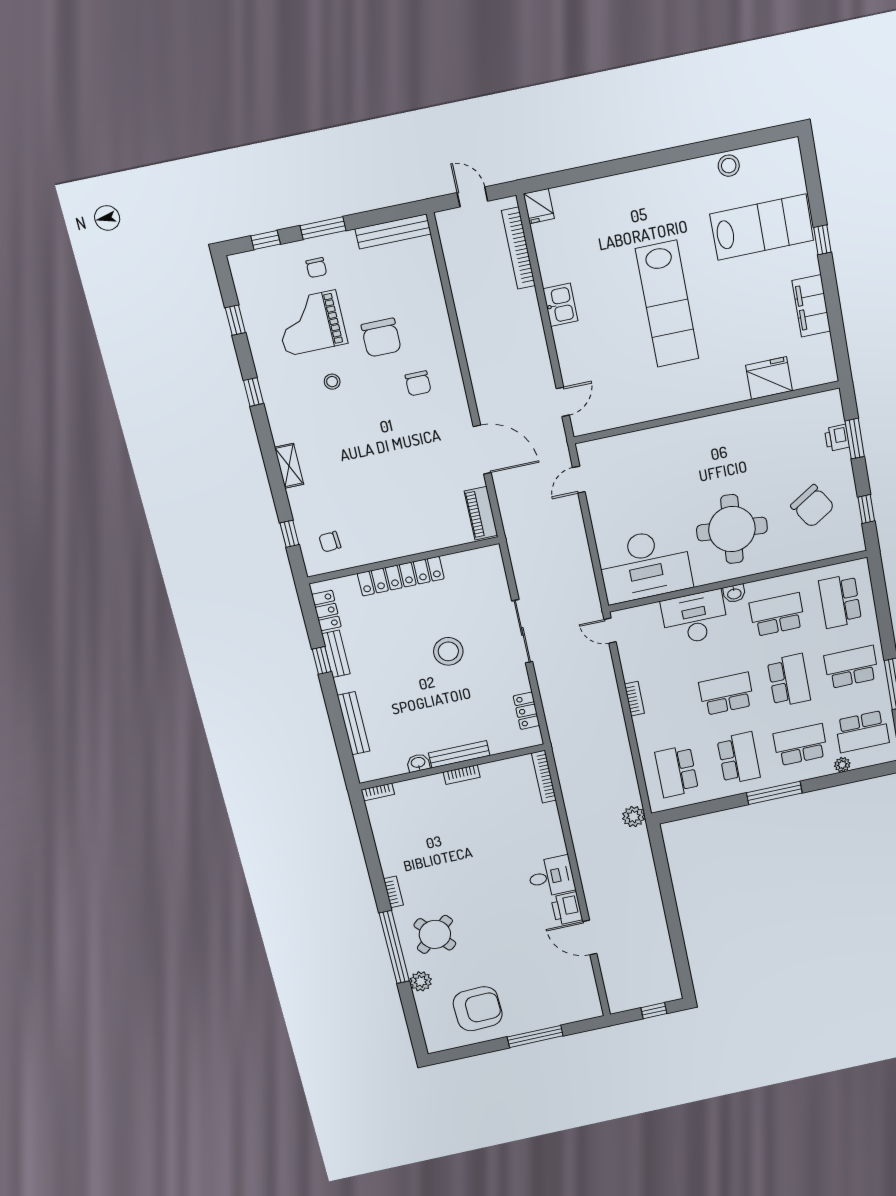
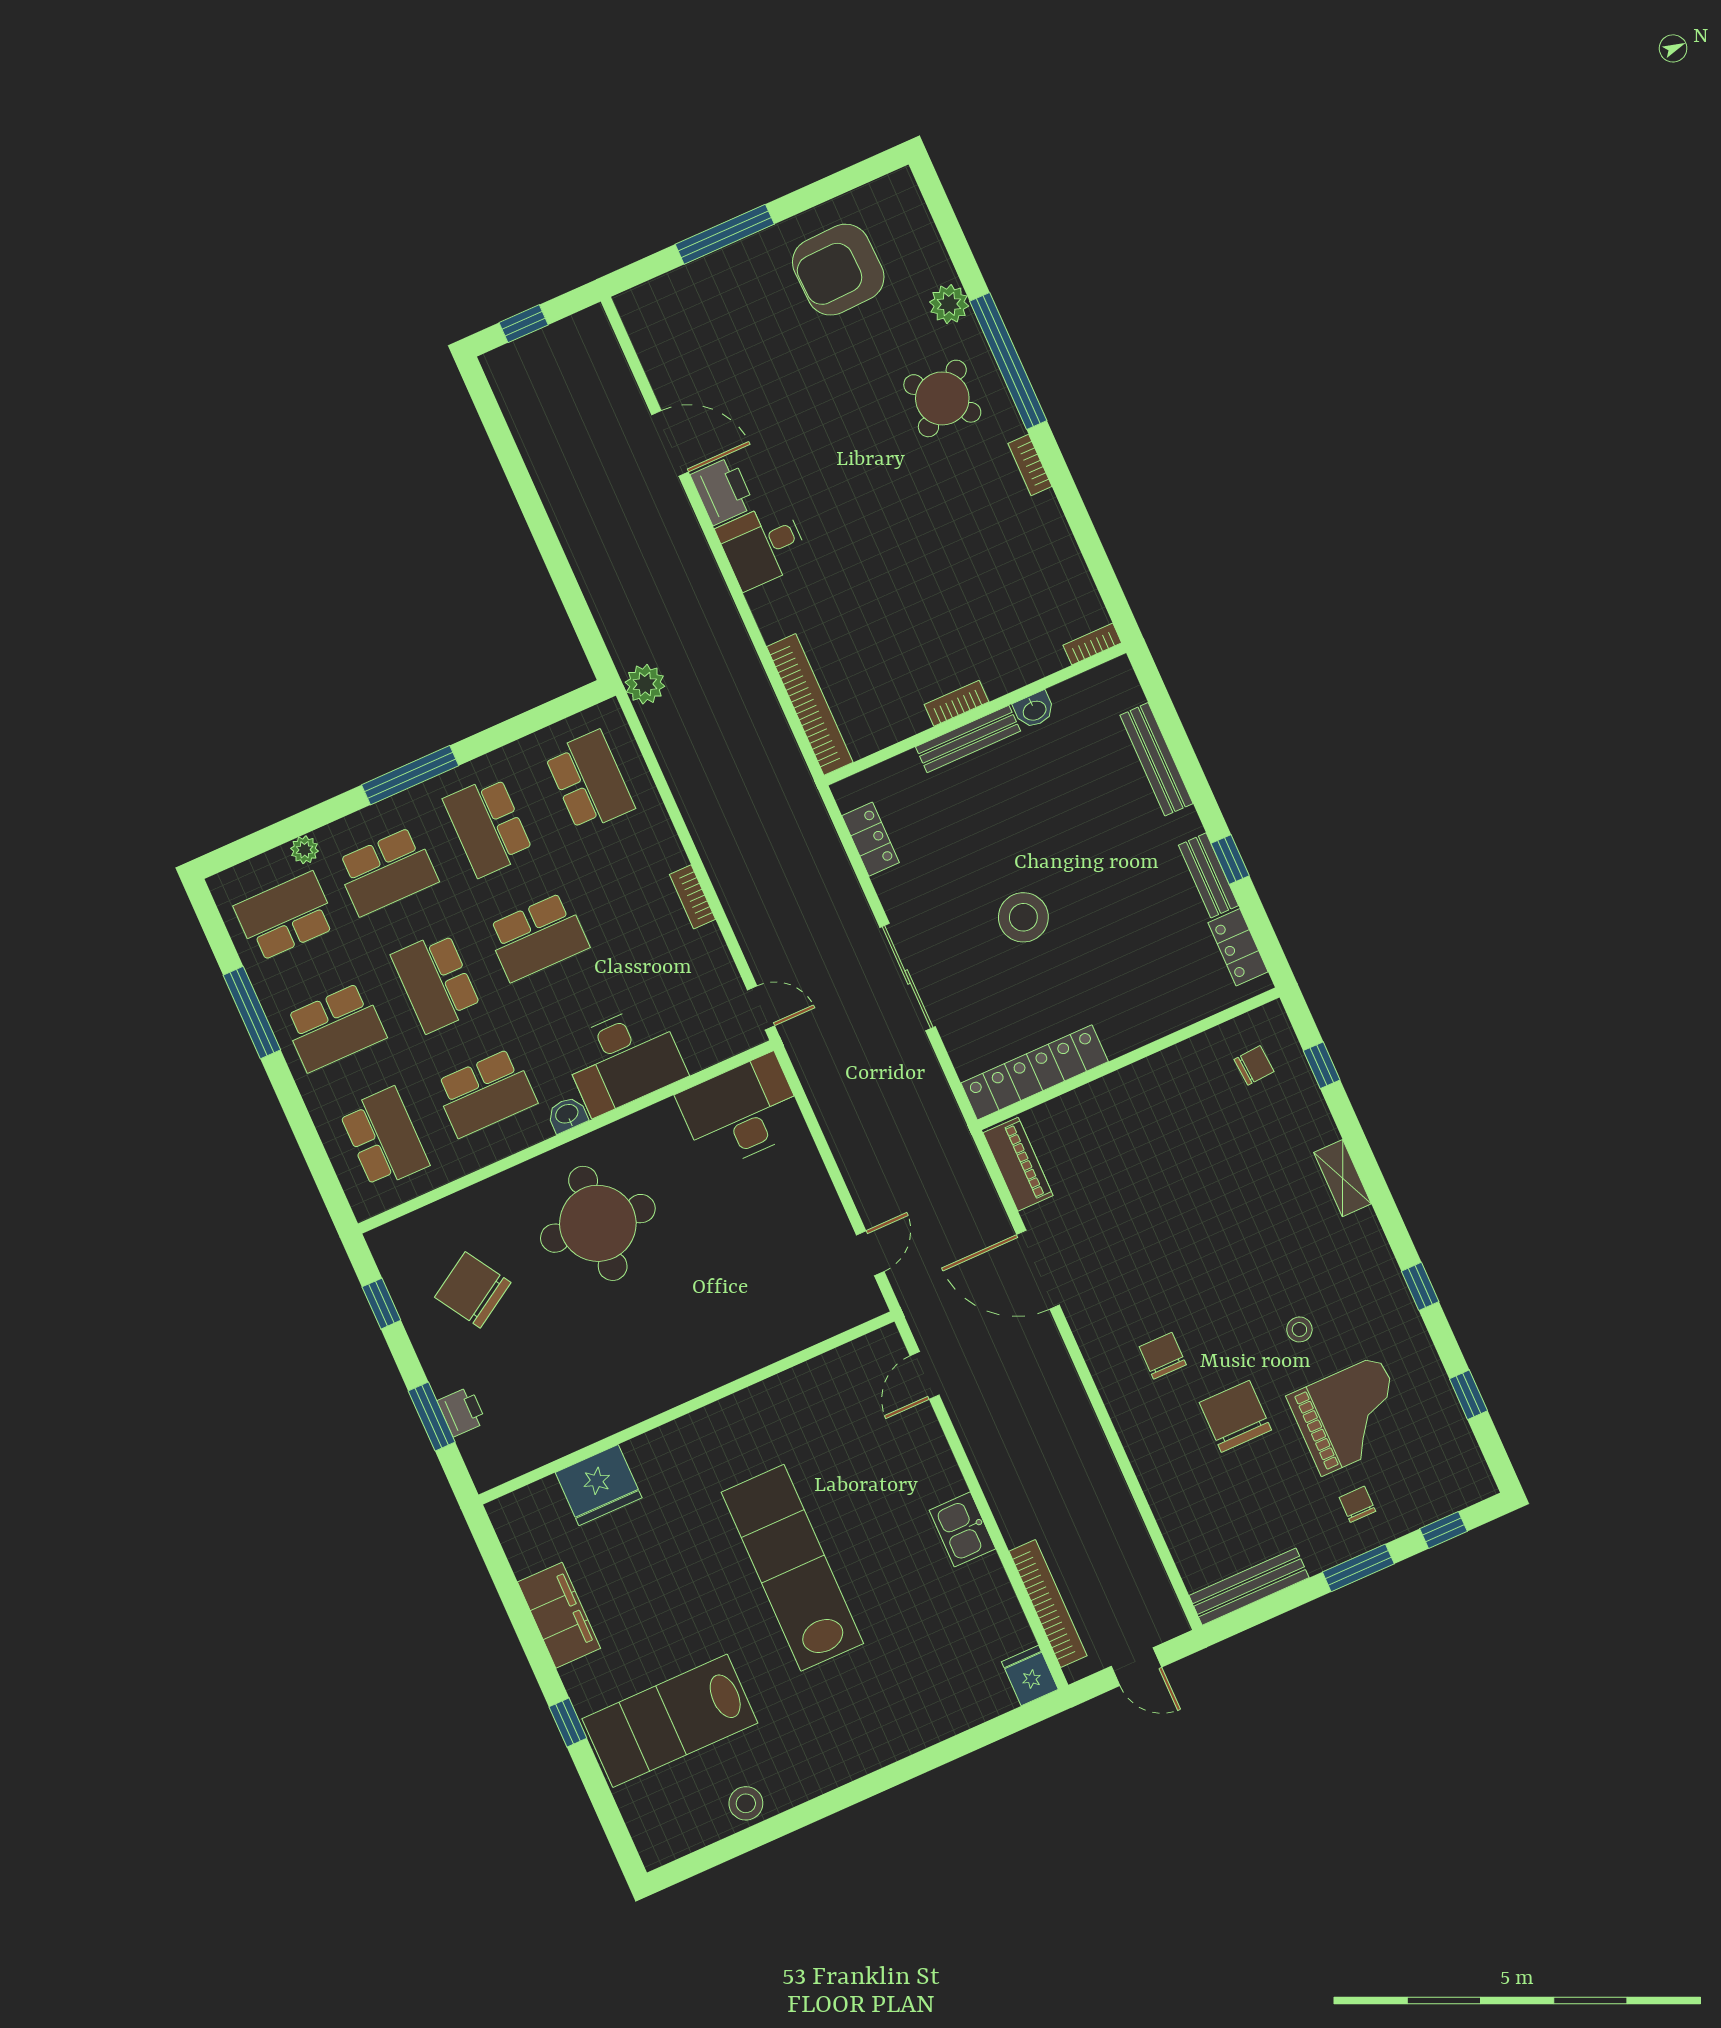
desk: (645, 565) -> (741, 1112), width x0.73, depth x0.77
locker: (401, 576) -> (1035, 1072), moved
bookcase: (544, 777) -> (810, 704), width x1.48, depth x1.31

